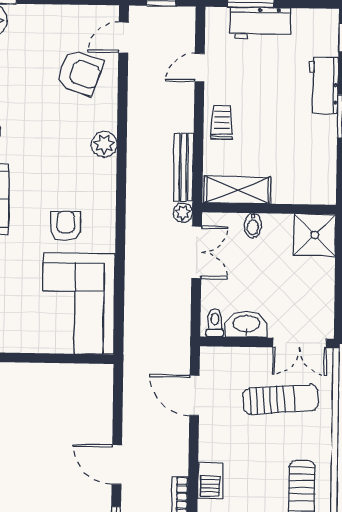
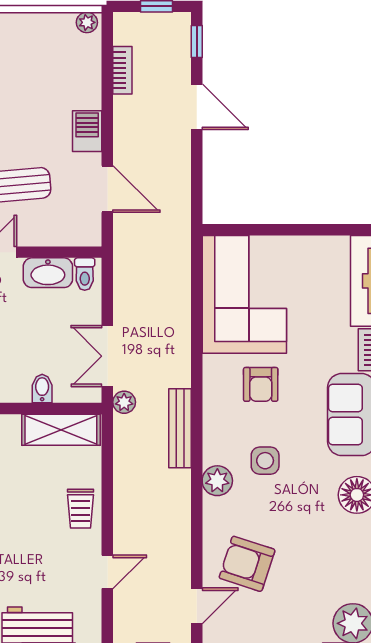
side table: (63, 161) -> (265, 461), added
bench: (184, 167) -> (180, 428), moved
barbecue: (210, 481) -> (87, 131), moved

